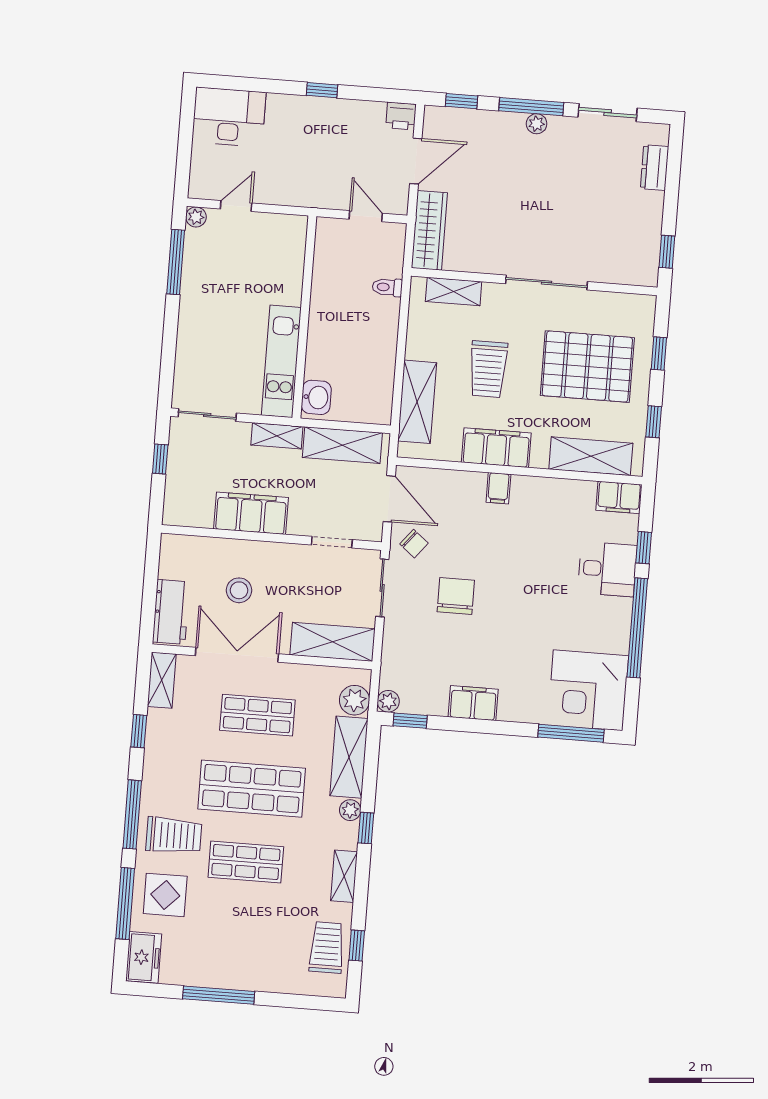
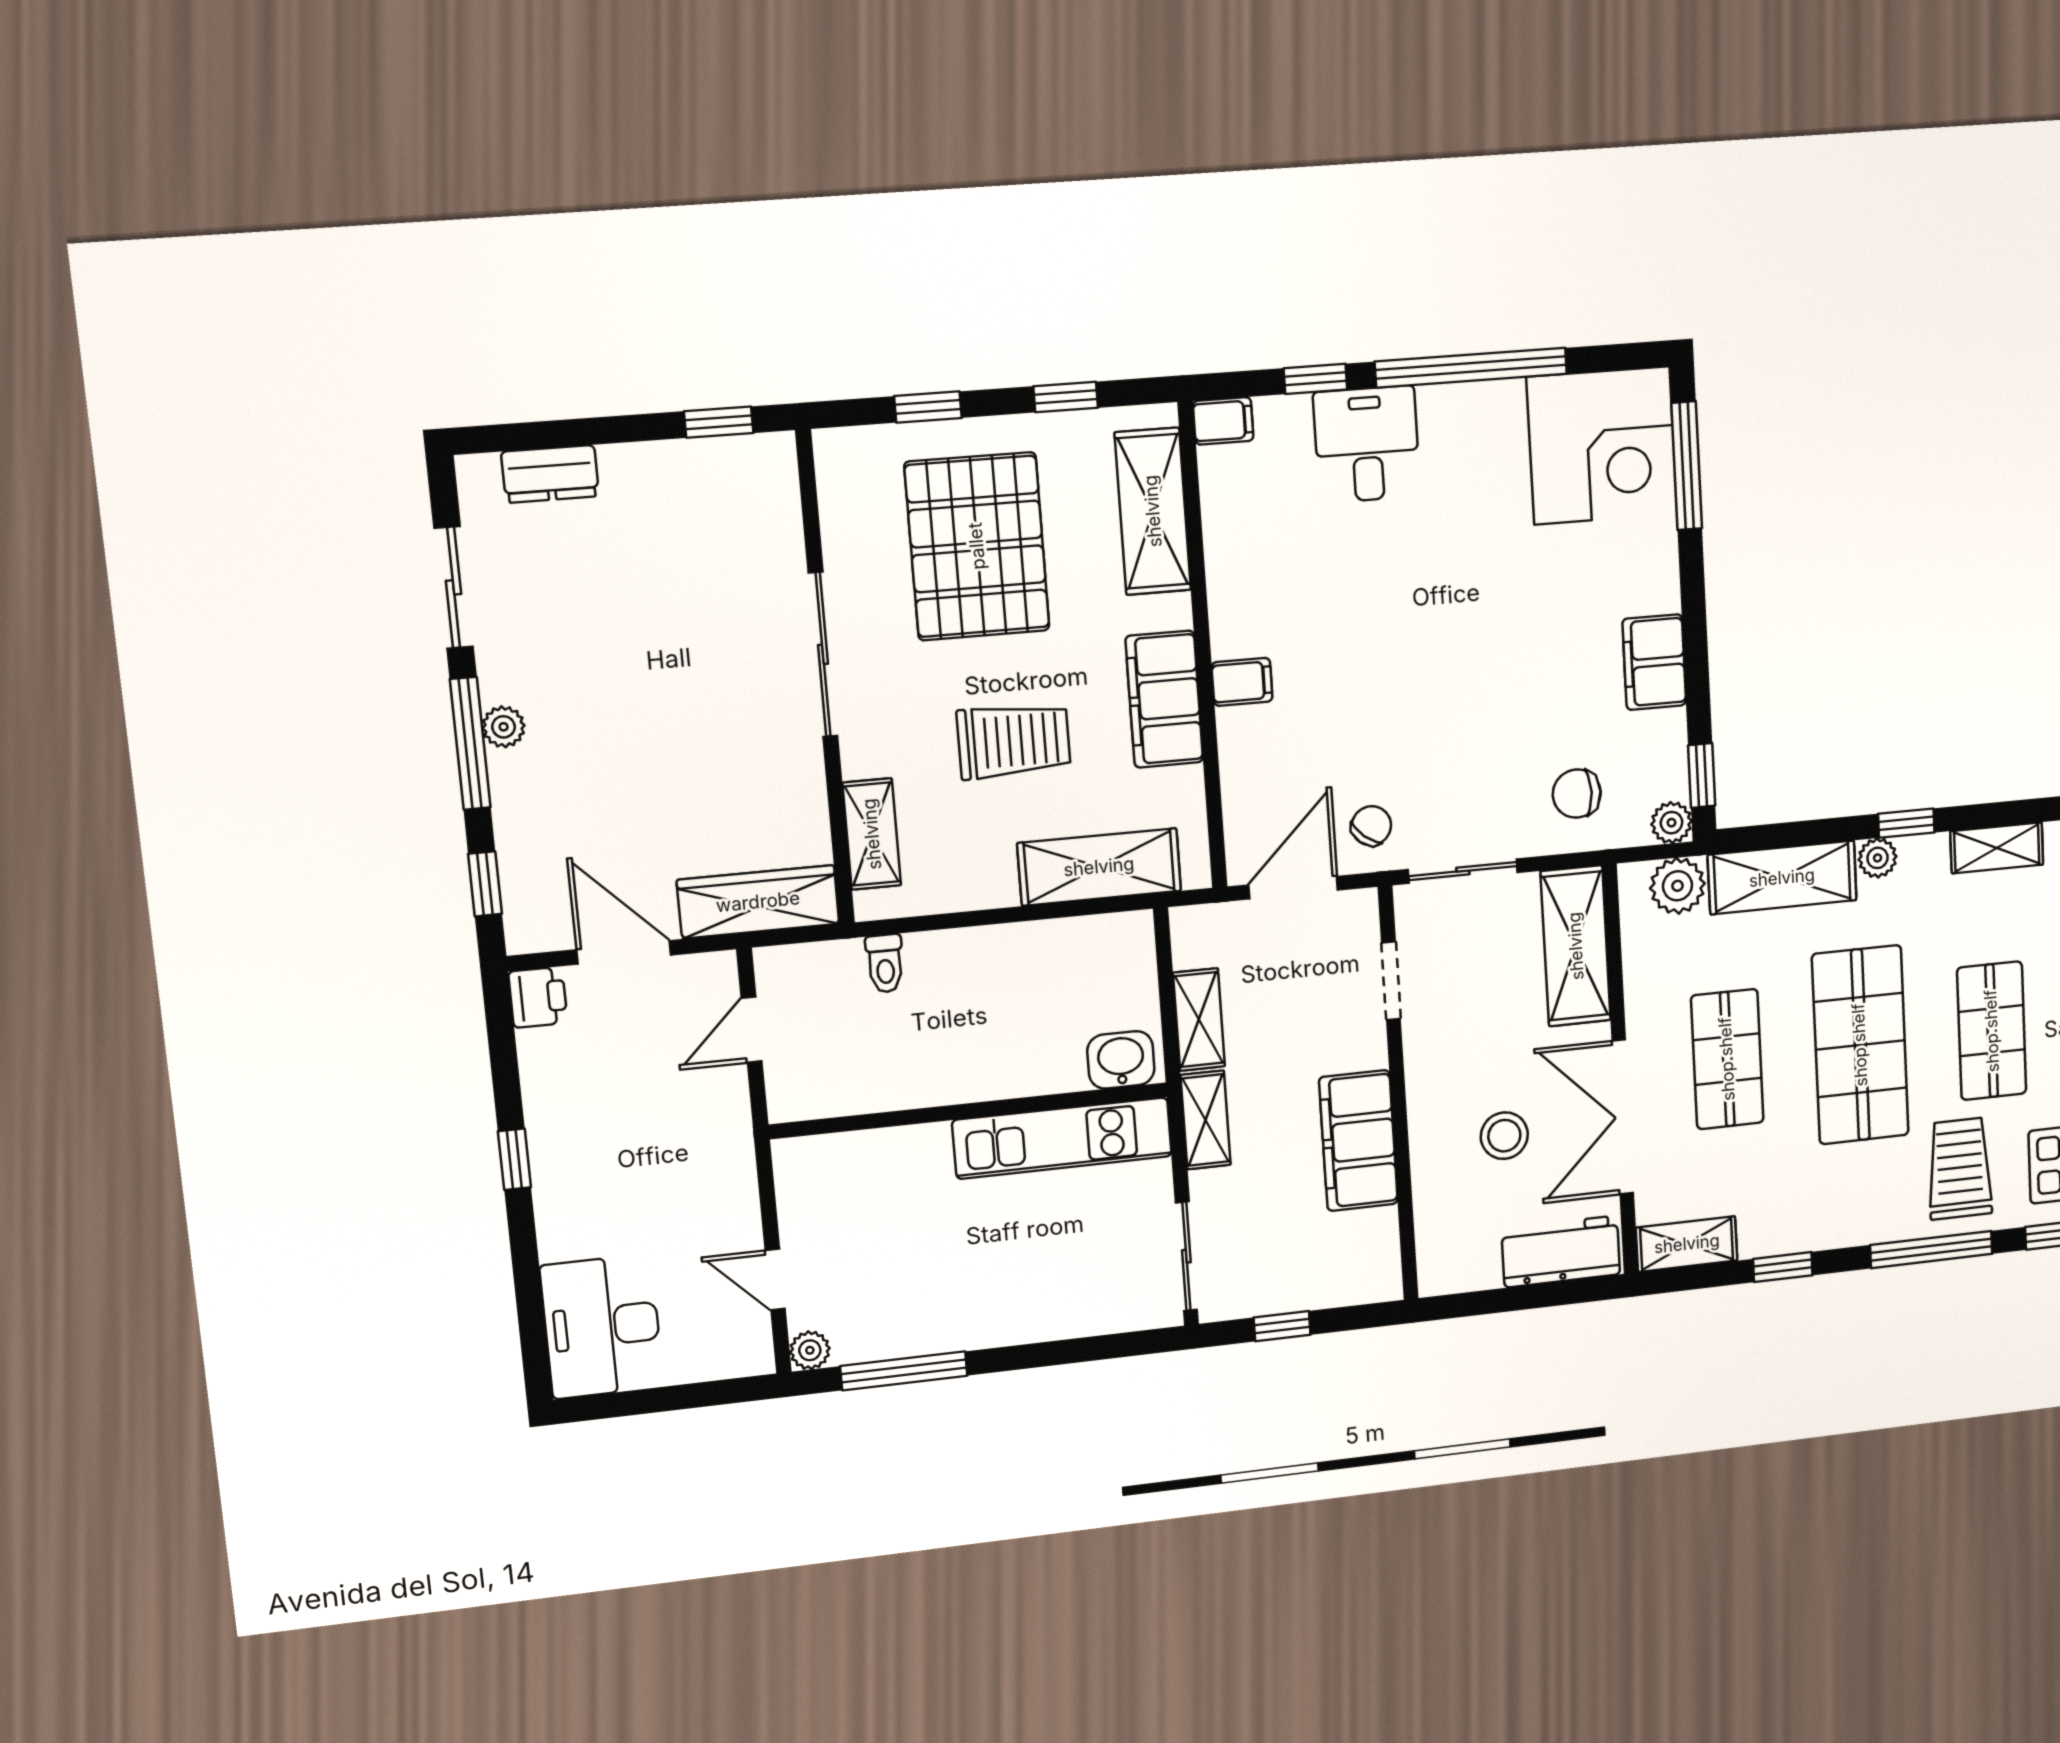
shelving: (342, 445) -> (1199, 1020), width x0.67, depth x0.75
filing cabinet: (619, 497) -> (1223, 421), width x0.50
chair: (456, 596) -> (1577, 794), moved, width x0.73, depth x0.73

